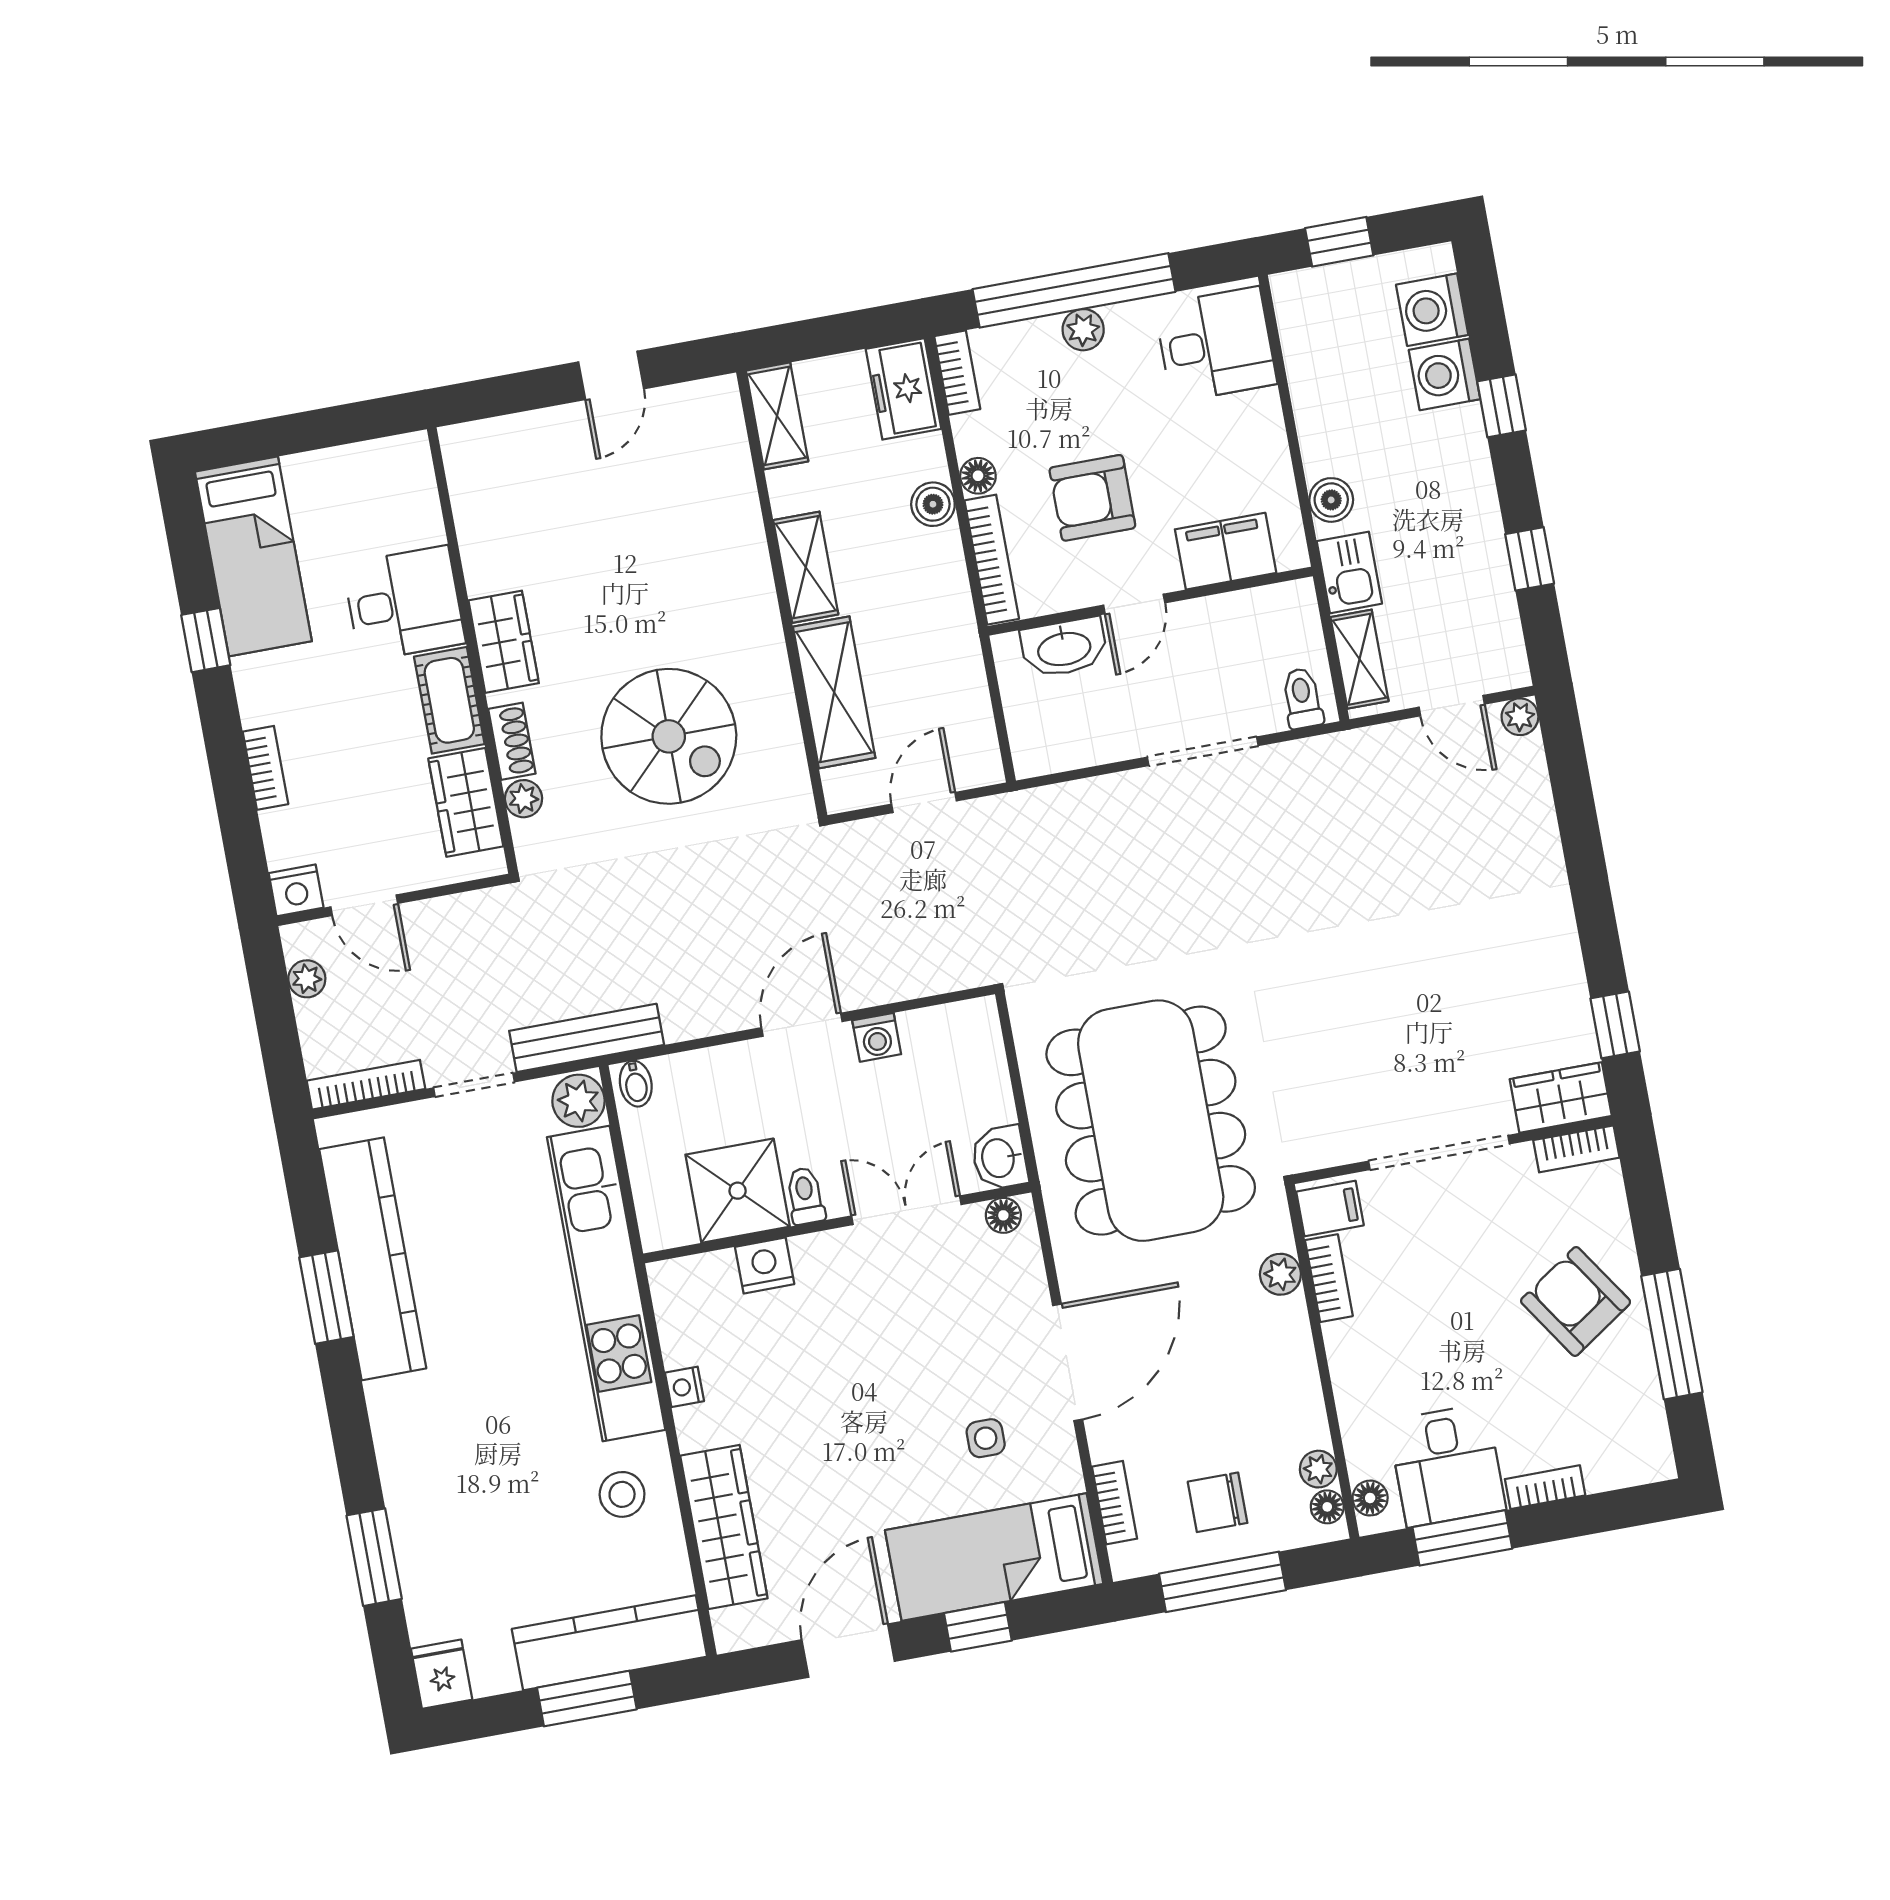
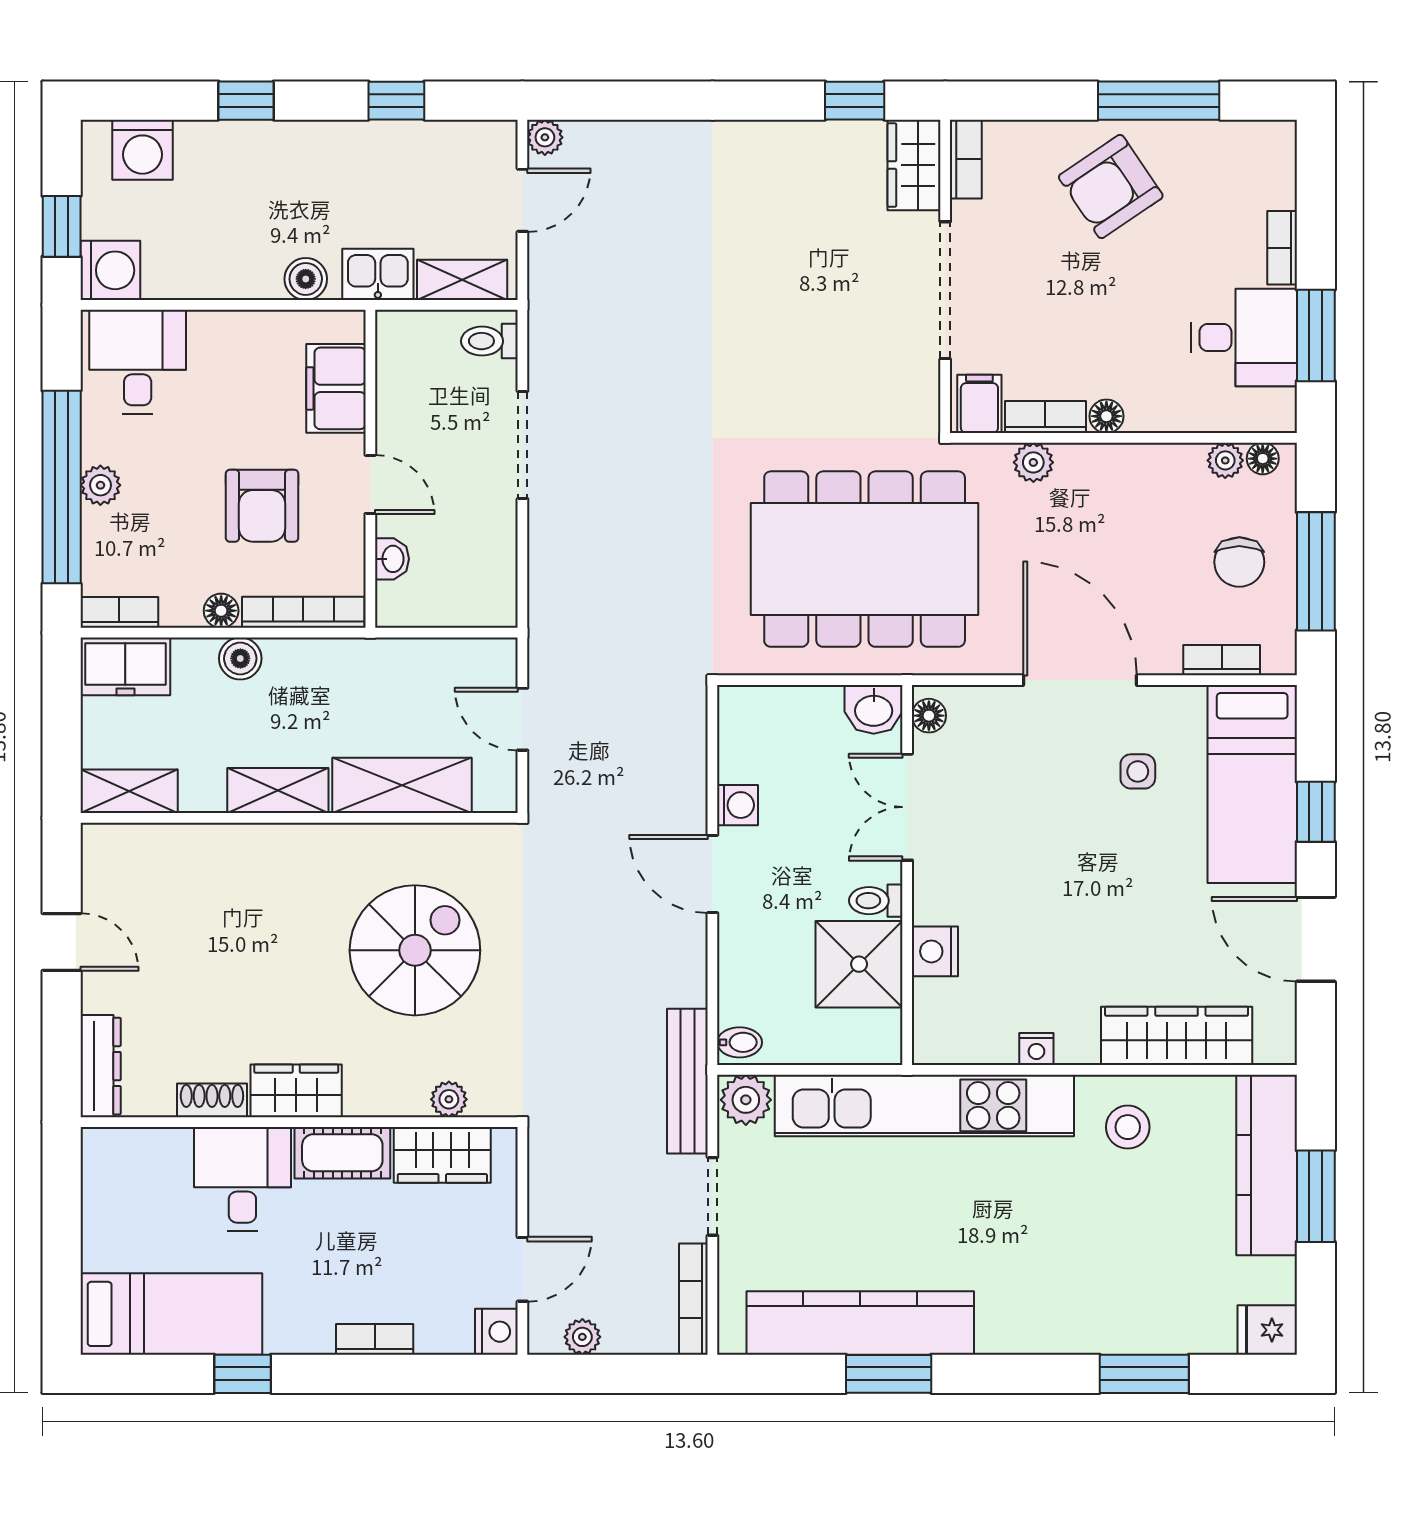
washing machine: (1444, 374) -> (110, 270), moved, turned -90
dresser: (492, 438) -> (101, 1066), added
washbasin: (1064, 648) -> (392, 559), width x0.52, depth x0.69
shoe rack: (512, 741) -> (212, 1100), moved
floor lamp: (1370, 1498) -> (1106, 416), moved

